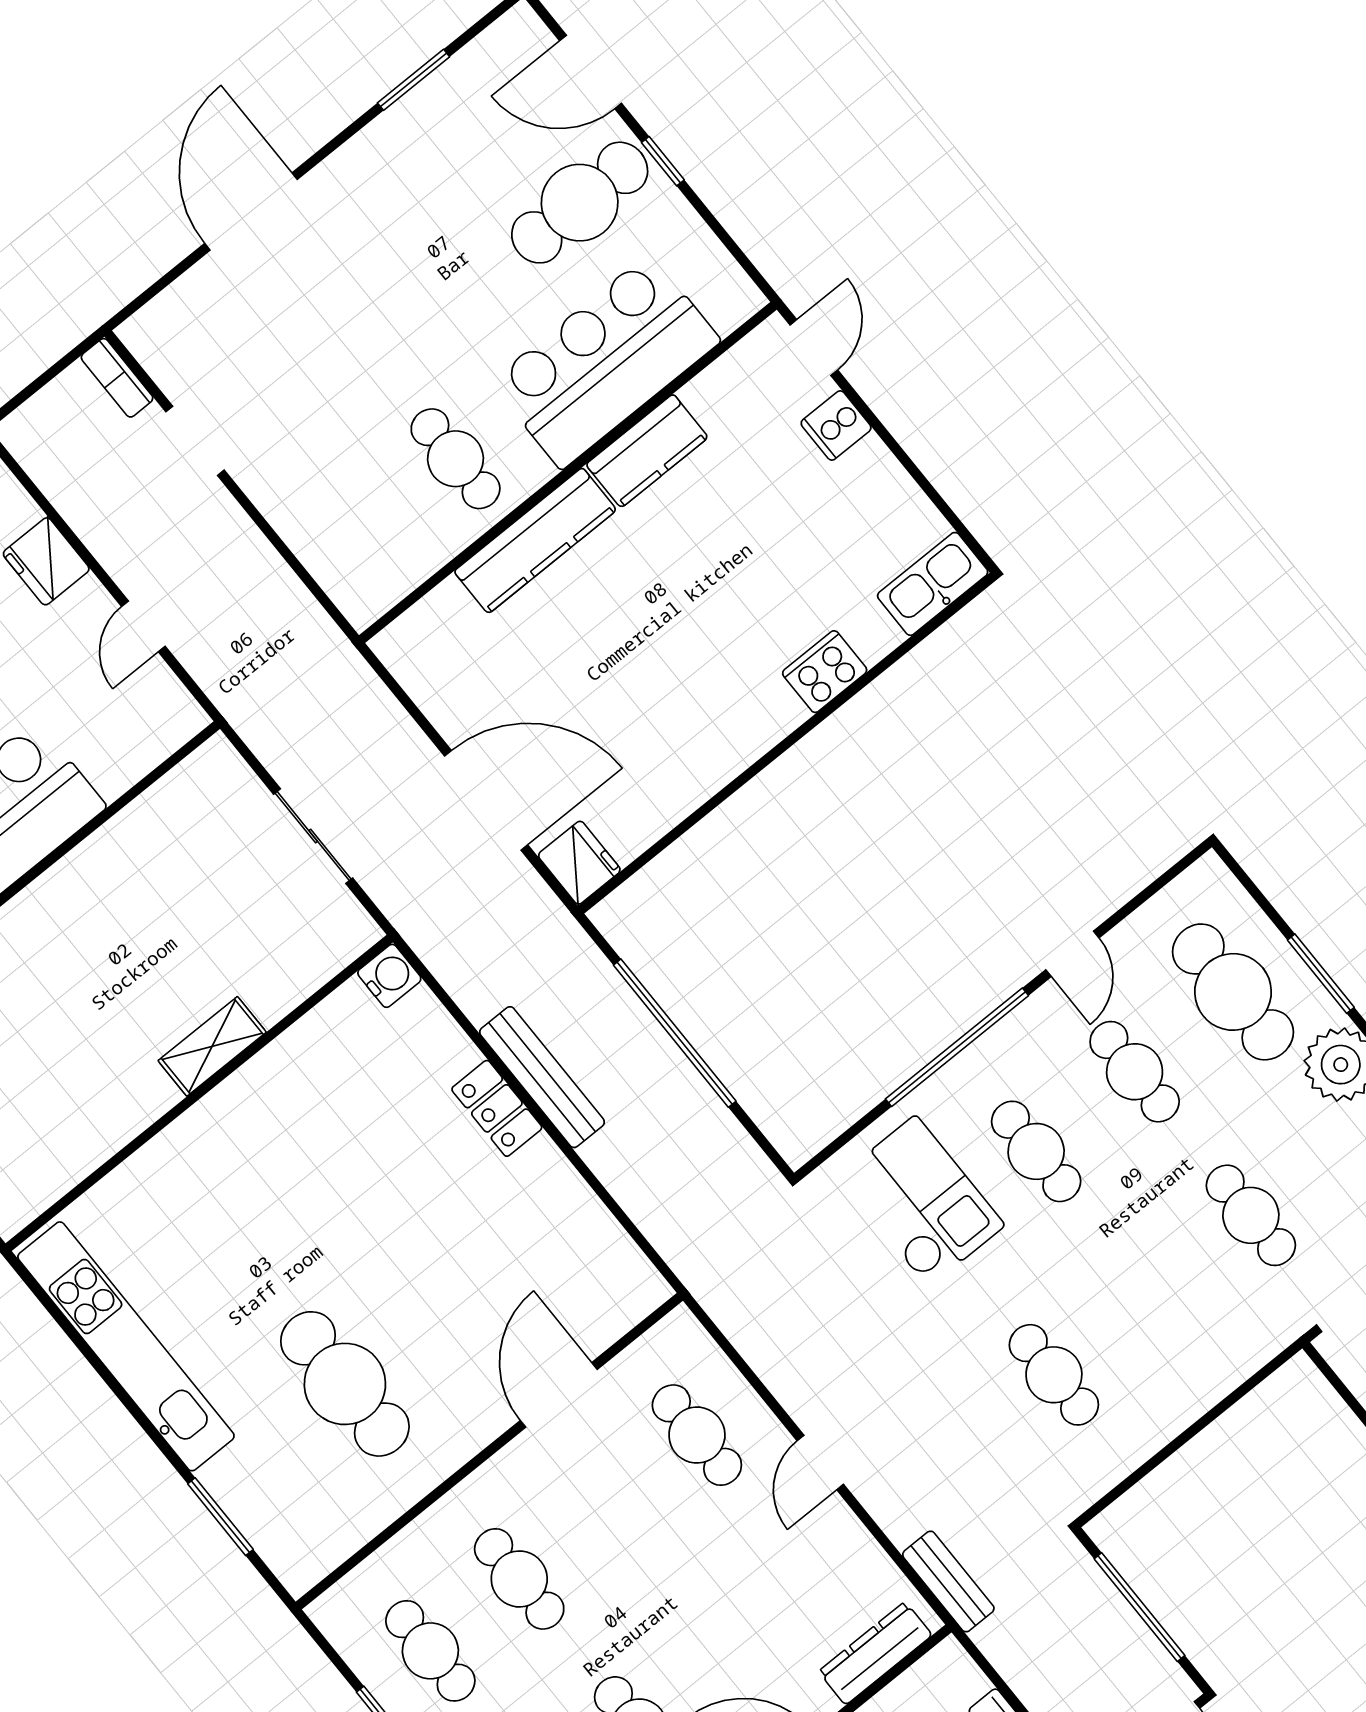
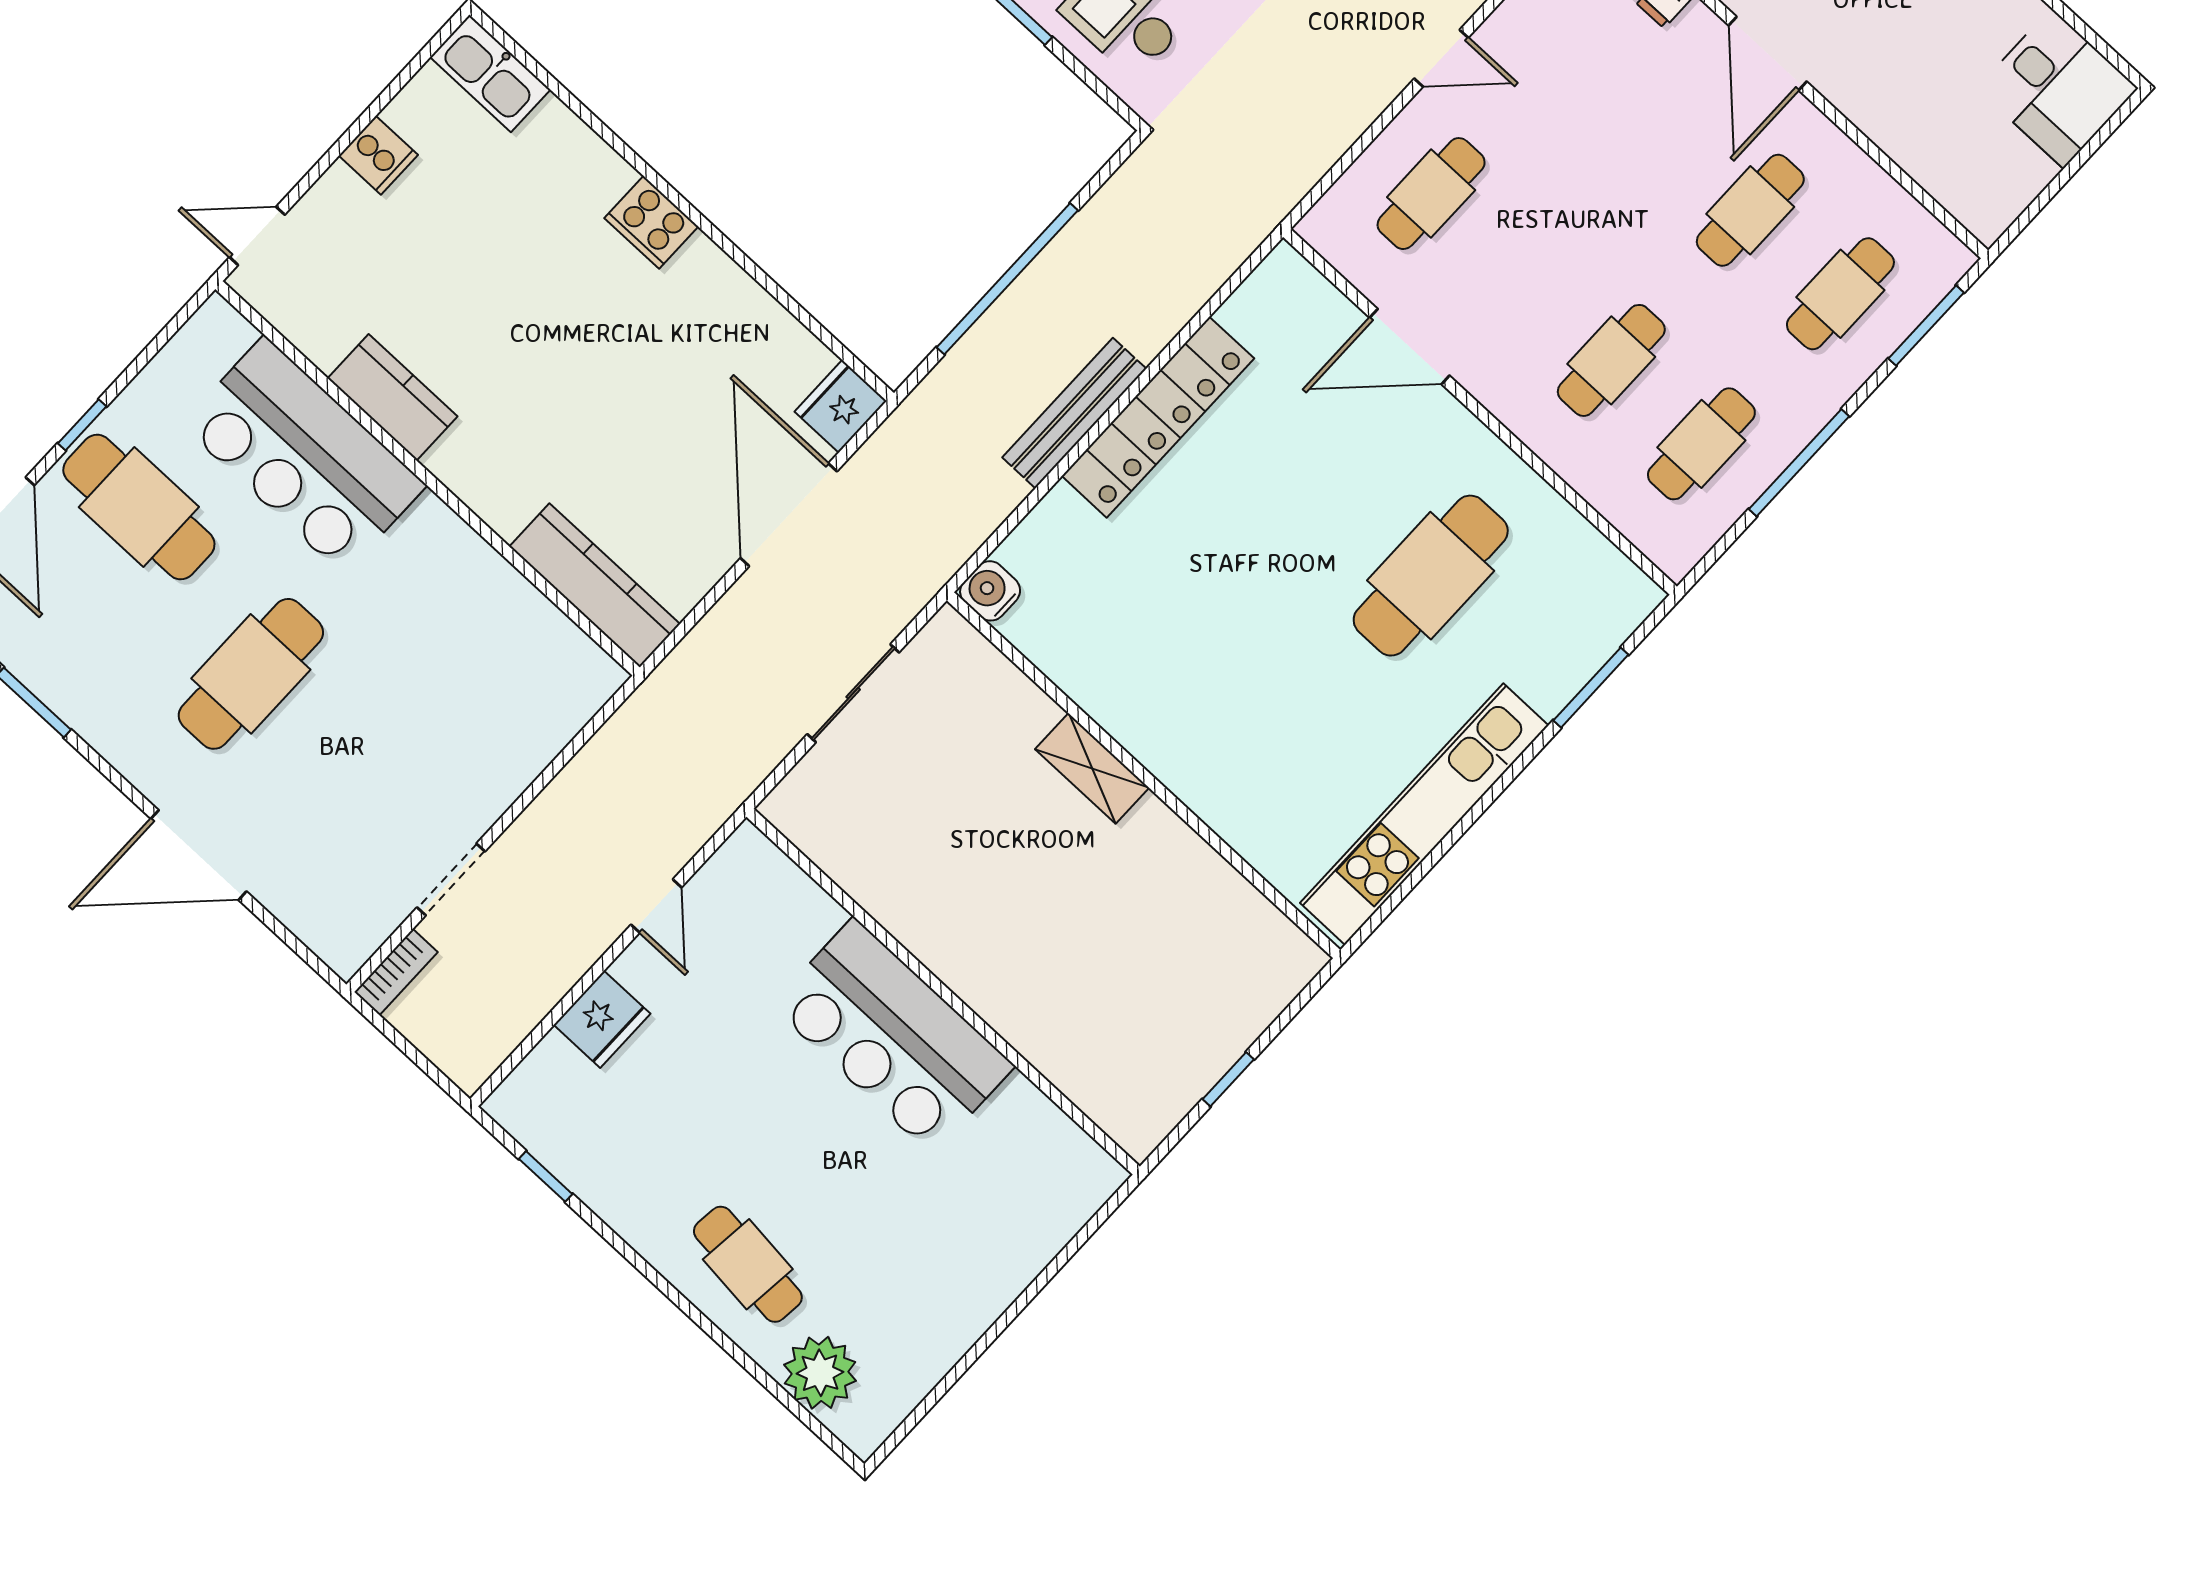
cooker: (836, 425) -> (378, 155), moved
cafe table: (456, 459) -> (251, 674), moved, width x1.37, depth x1.35
kitchen counter: (535, 541) -> (595, 585), moved
door: (143, 626) -> (656, 906), hinge flipped
cooker: (825, 672) -> (651, 222), moved
locker: (497, 1108) -> (1158, 417), width x2.16, depth x1.21

